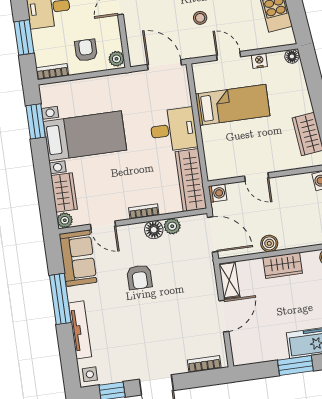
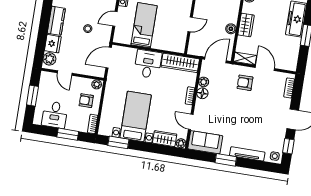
washing machine: (217, 193) -> (192, 50), removed
door: (103, 225) -> (191, 122), swing flipped
armchair: (139, 277) -> (245, 83), moved, turned 180
window: (60, 299) -> (226, 160), width x0.69

